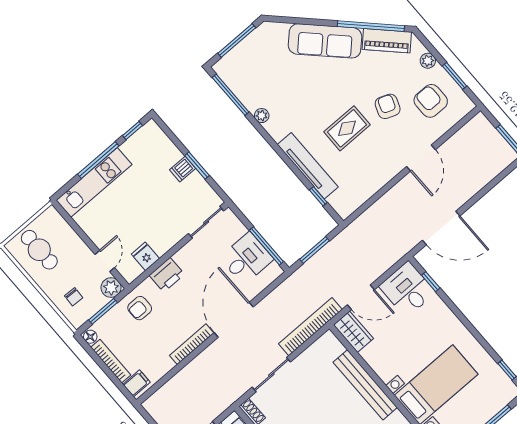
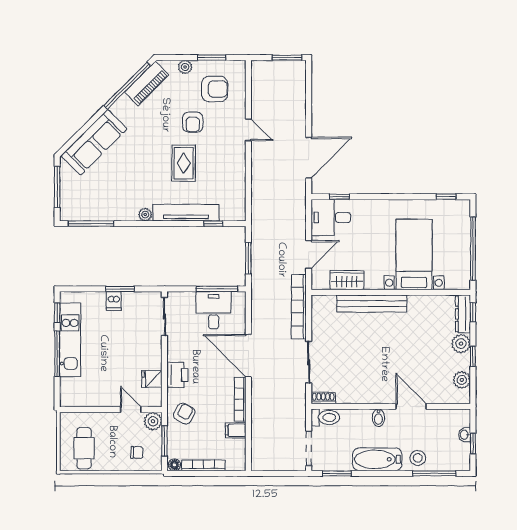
sofa: (325, 41) -> (94, 142), moved
armchair: (431, 101) -> (215, 89), turned 180
armchair: (388, 106) -> (193, 122), turned -111
plant: (262, 116) -> (145, 215), moved
door: (421, 158) -> (248, 130), width x0.73
kitchen unit: (94, 182) -> (70, 340), moved
cafe table: (39, 250) -> (84, 448), turned 90
armchair: (140, 308) -> (184, 414), turned -152
wardrobe: (353, 332) -> (347, 280), moved
filing cabinet: (136, 383) -> (236, 430), moved, turned -90

